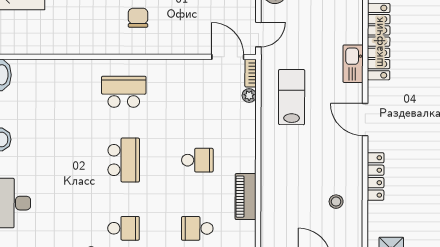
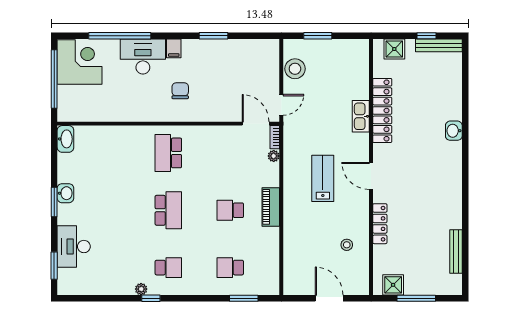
kitchen sink: (353, 64) -> (361, 116), moved
school desk: (124, 92) -> (168, 153), turned -90
lab bench: (292, 97) -> (323, 178), moved
school desk: (197, 160) -> (230, 210), turned 180
piano: (246, 197) -> (271, 207), moved

